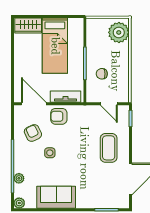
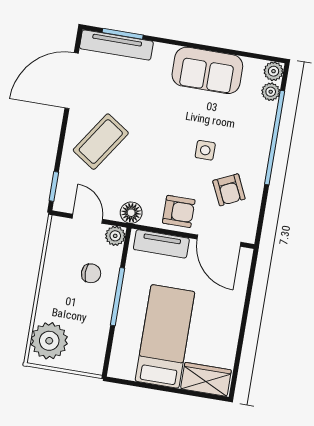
plant: (92, 97) -> (115, 236), added
floor lamp: (85, 111) -> (131, 213), added
coffee table: (109, 148) -> (101, 142), turned 34
plant: (19, 178) -> (271, 92), moved
tv unit: (109, 203) -> (116, 45), added

